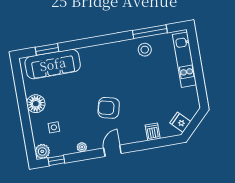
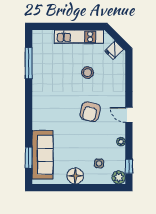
stool: (145, 50) -> (88, 73), moved
kitchen unit: (184, 60) -> (79, 37), moved
dishwasher: (153, 132) -> (118, 76), removed

